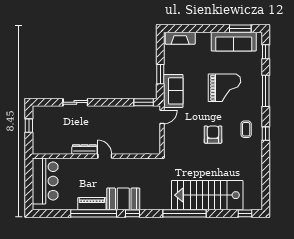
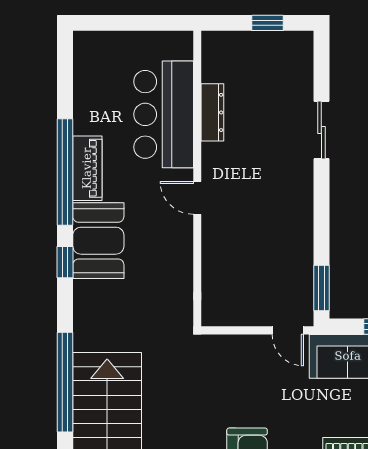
dresser: (84, 150) -> (212, 112), moved
door: (105, 156) -> (197, 198), swing flipped
bar counter: (45, 181) -> (164, 114), moved, turned 90

